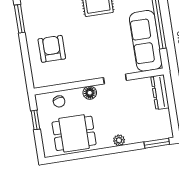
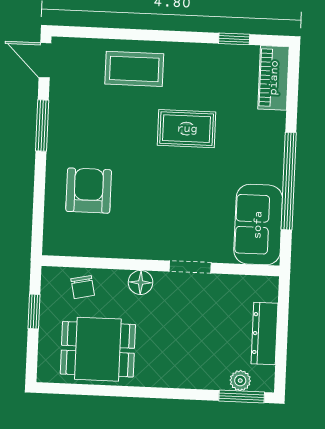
sofa: (146, 41) -> (258, 225), width x0.73
dresser: (160, 92) -> (265, 333), moved
plant: (119, 140) -> (240, 381), moved

